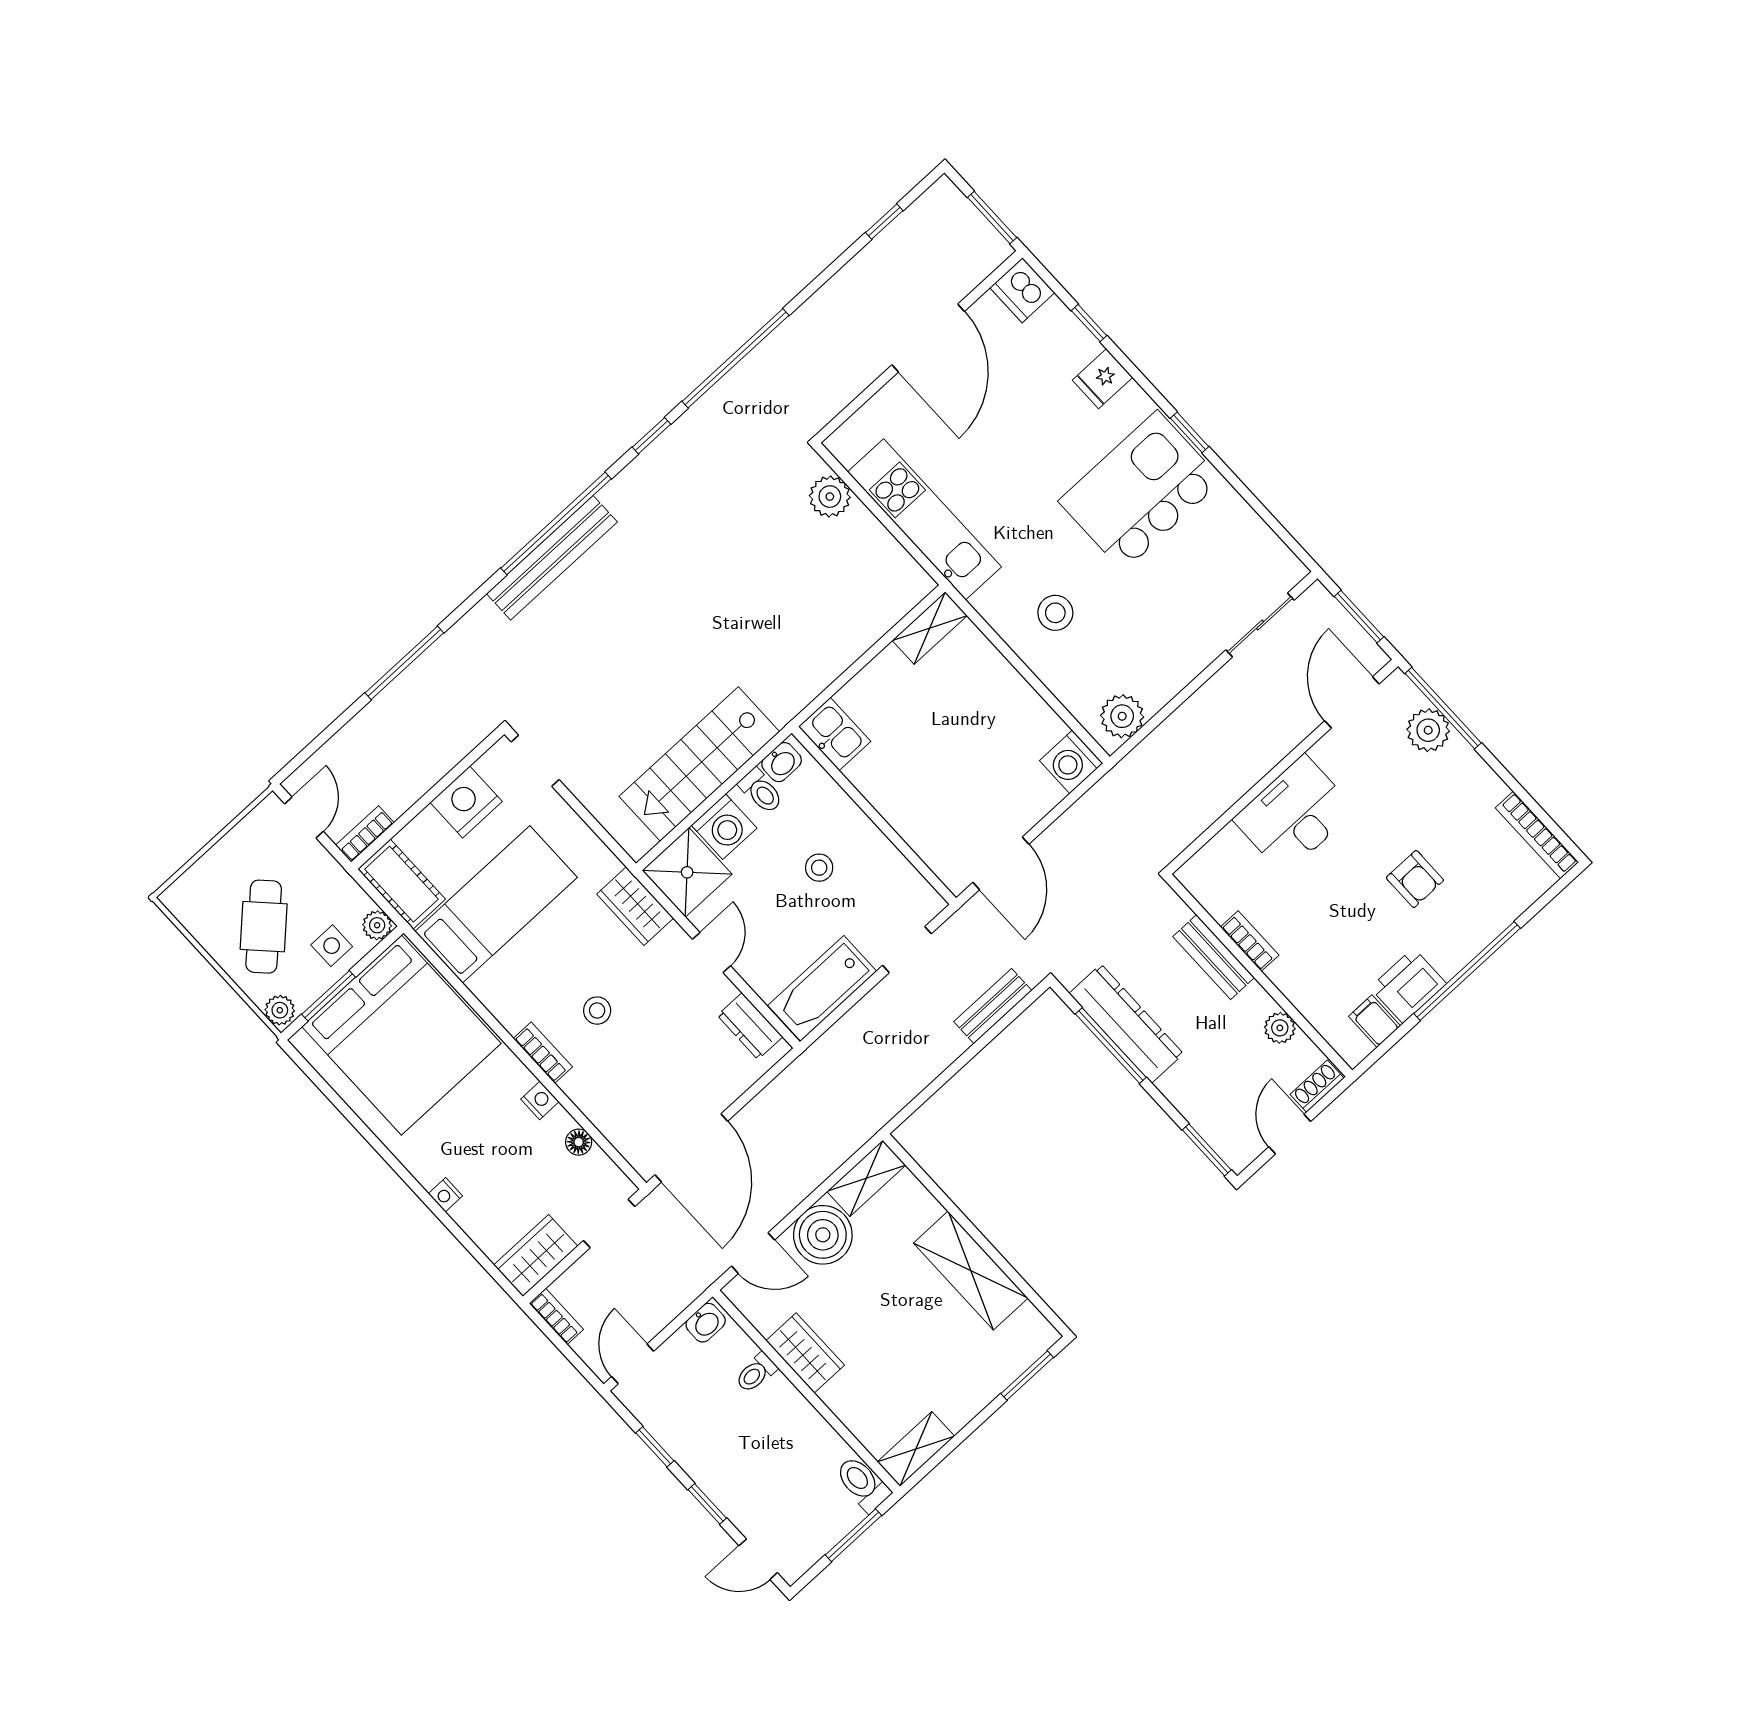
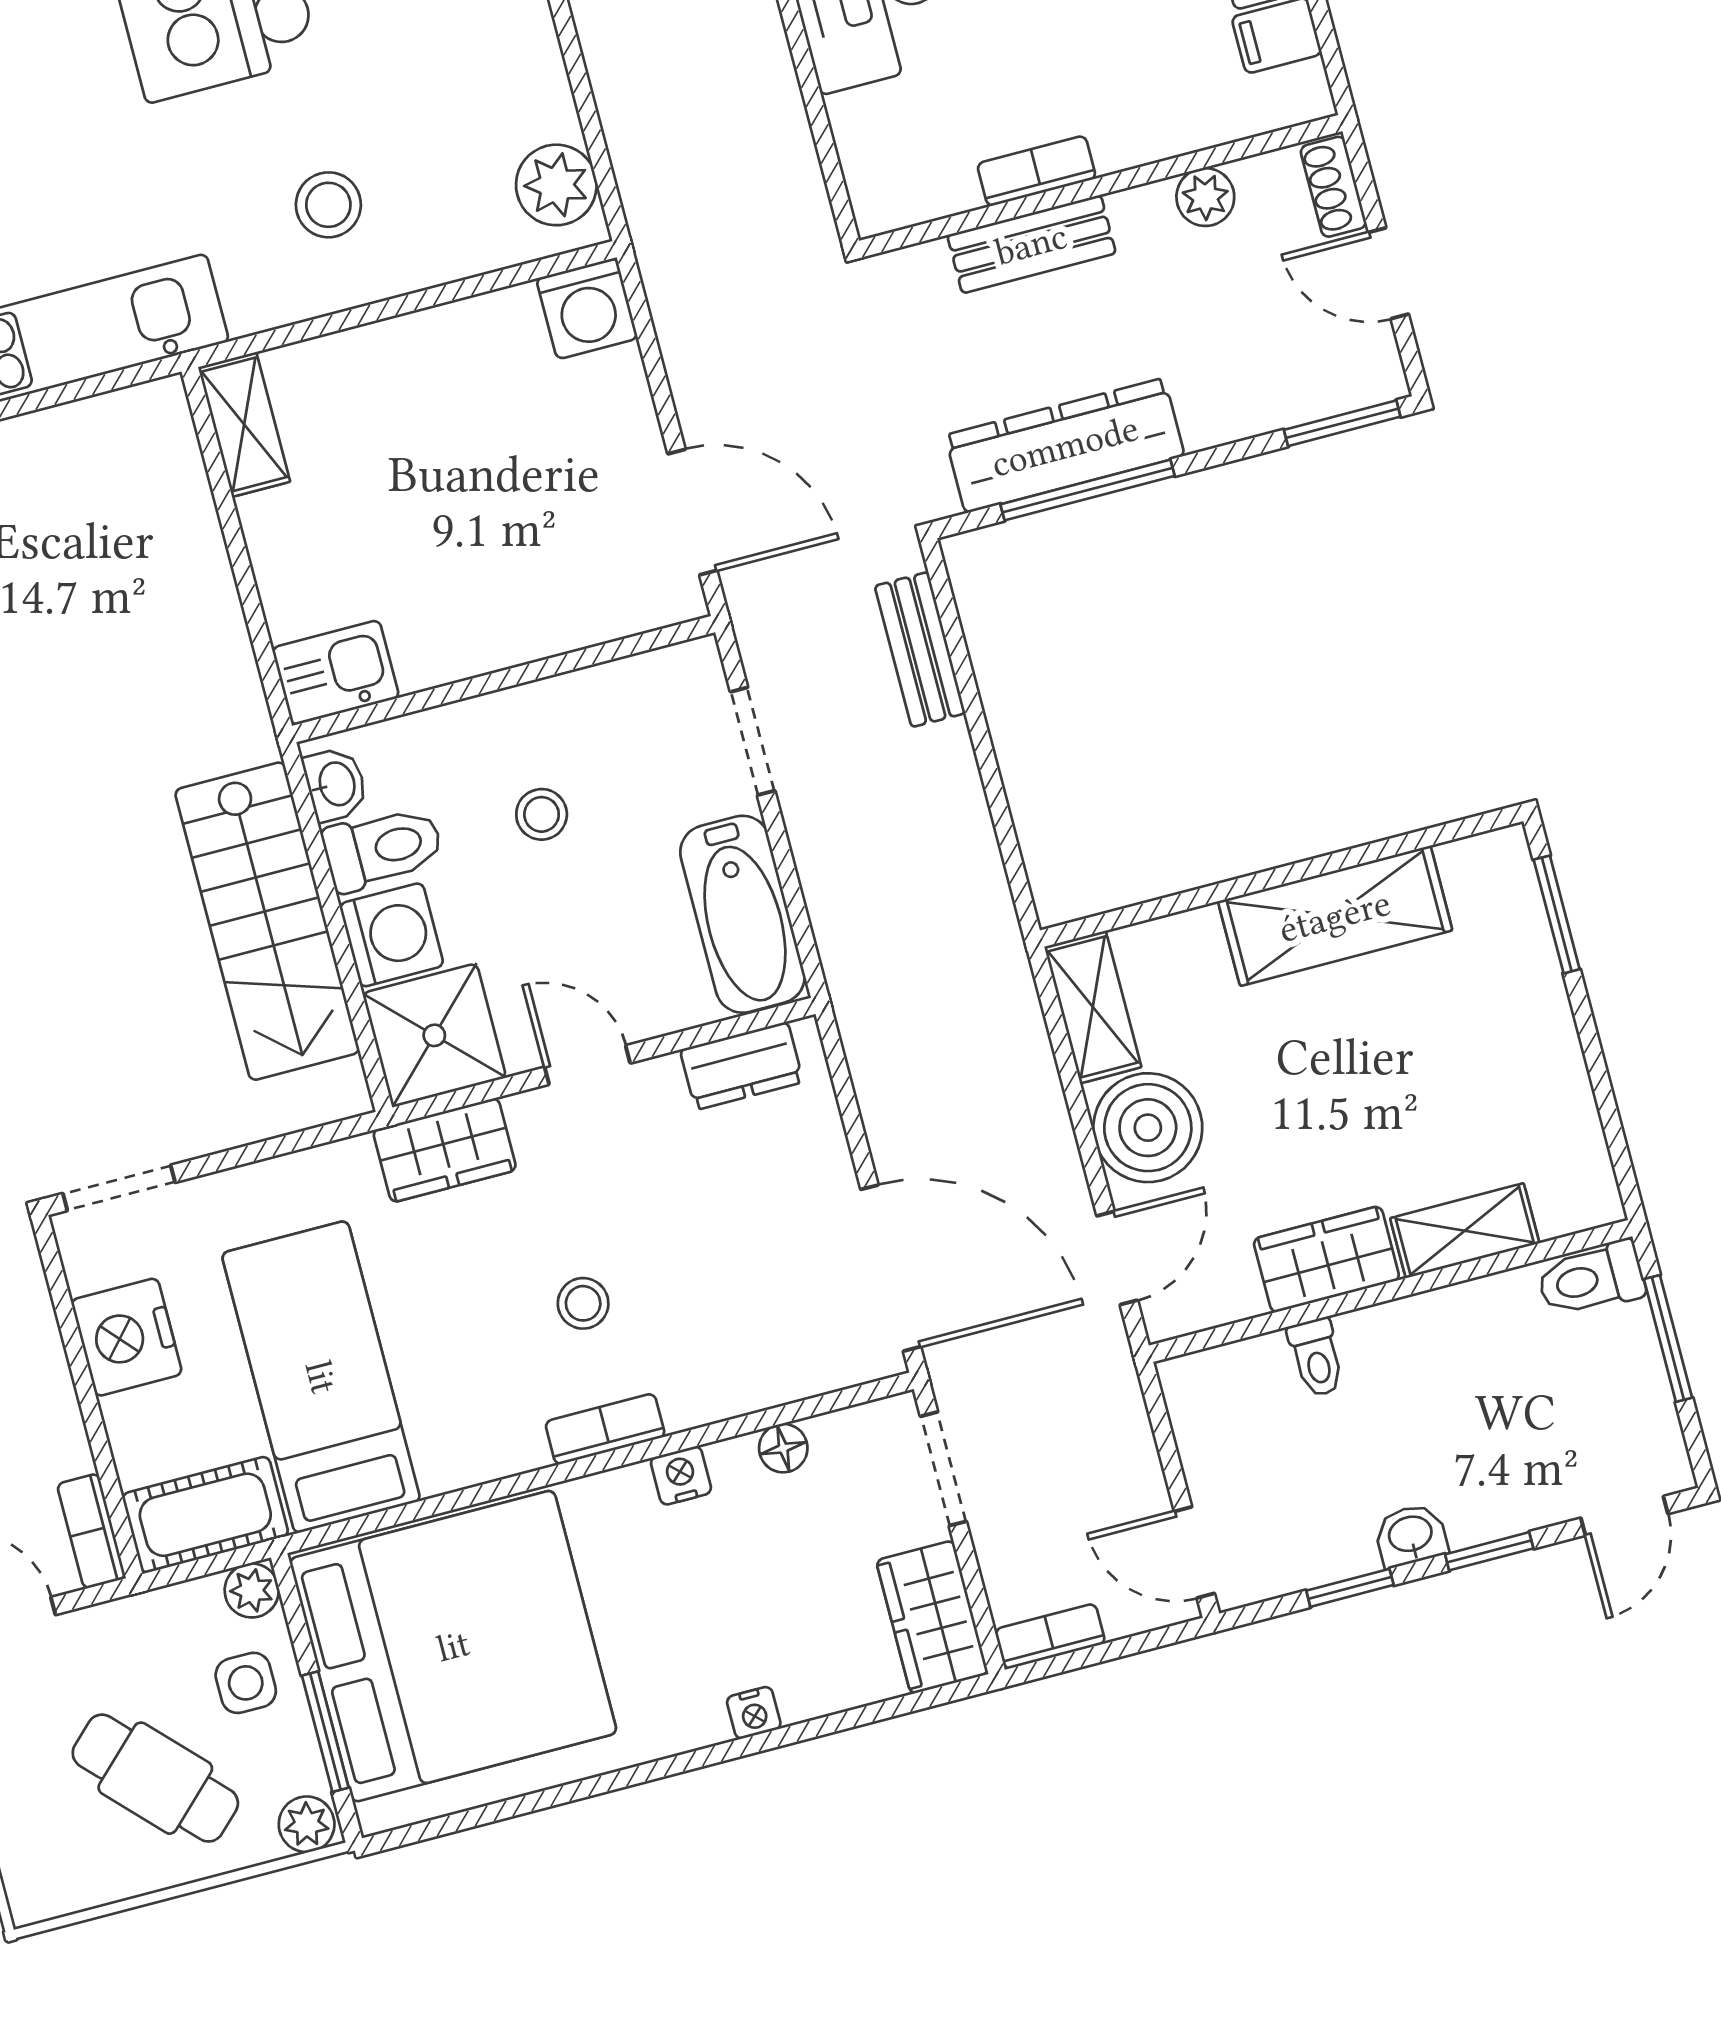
toilet: (761, 791) -> (383, 848), width x1.37, depth x1.39
washbasin: (706, 1323) -> (1411, 1535), moved, turned -90
shelving: (916, 1449) -> (1465, 1231), moved, turned 90

